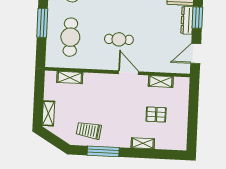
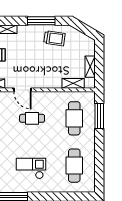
window: (42, 23) -> (99, 116), moved
shelving: (48, 113) -> (90, 67), moved

